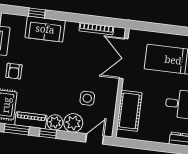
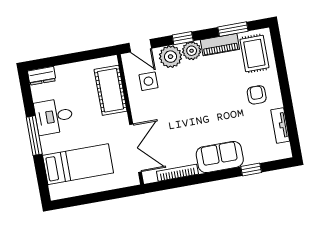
sofa: (45, 29) -> (220, 157), moved
side table: (87, 98) -> (148, 81), moved
window: (48, 133) -> (183, 38), moved
door: (95, 139) -> (140, 46), hinge flipped

